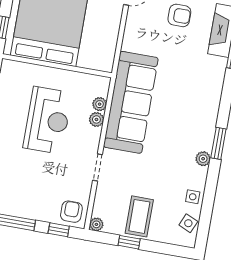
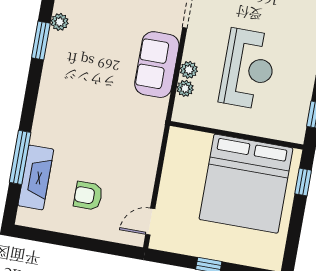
sofa: (131, 102) -> (157, 65), width x0.54, depth x0.79
reception desk: (48, 120) -> (248, 69), turned 180

